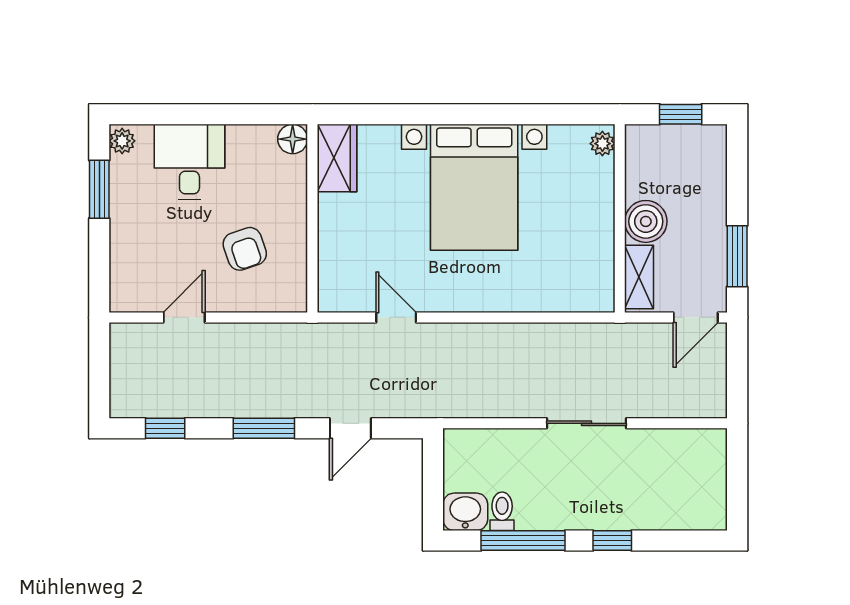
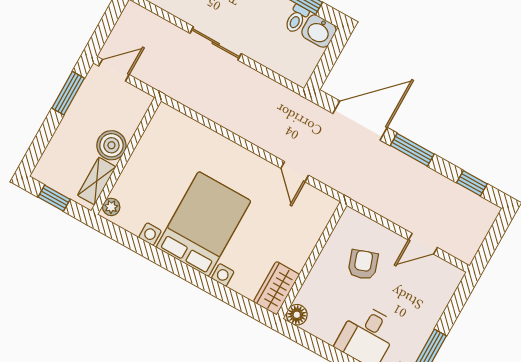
shelving: (639, 277) -> (97, 181), moved
door: (350, 428) -> (360, 120), width x1.88

